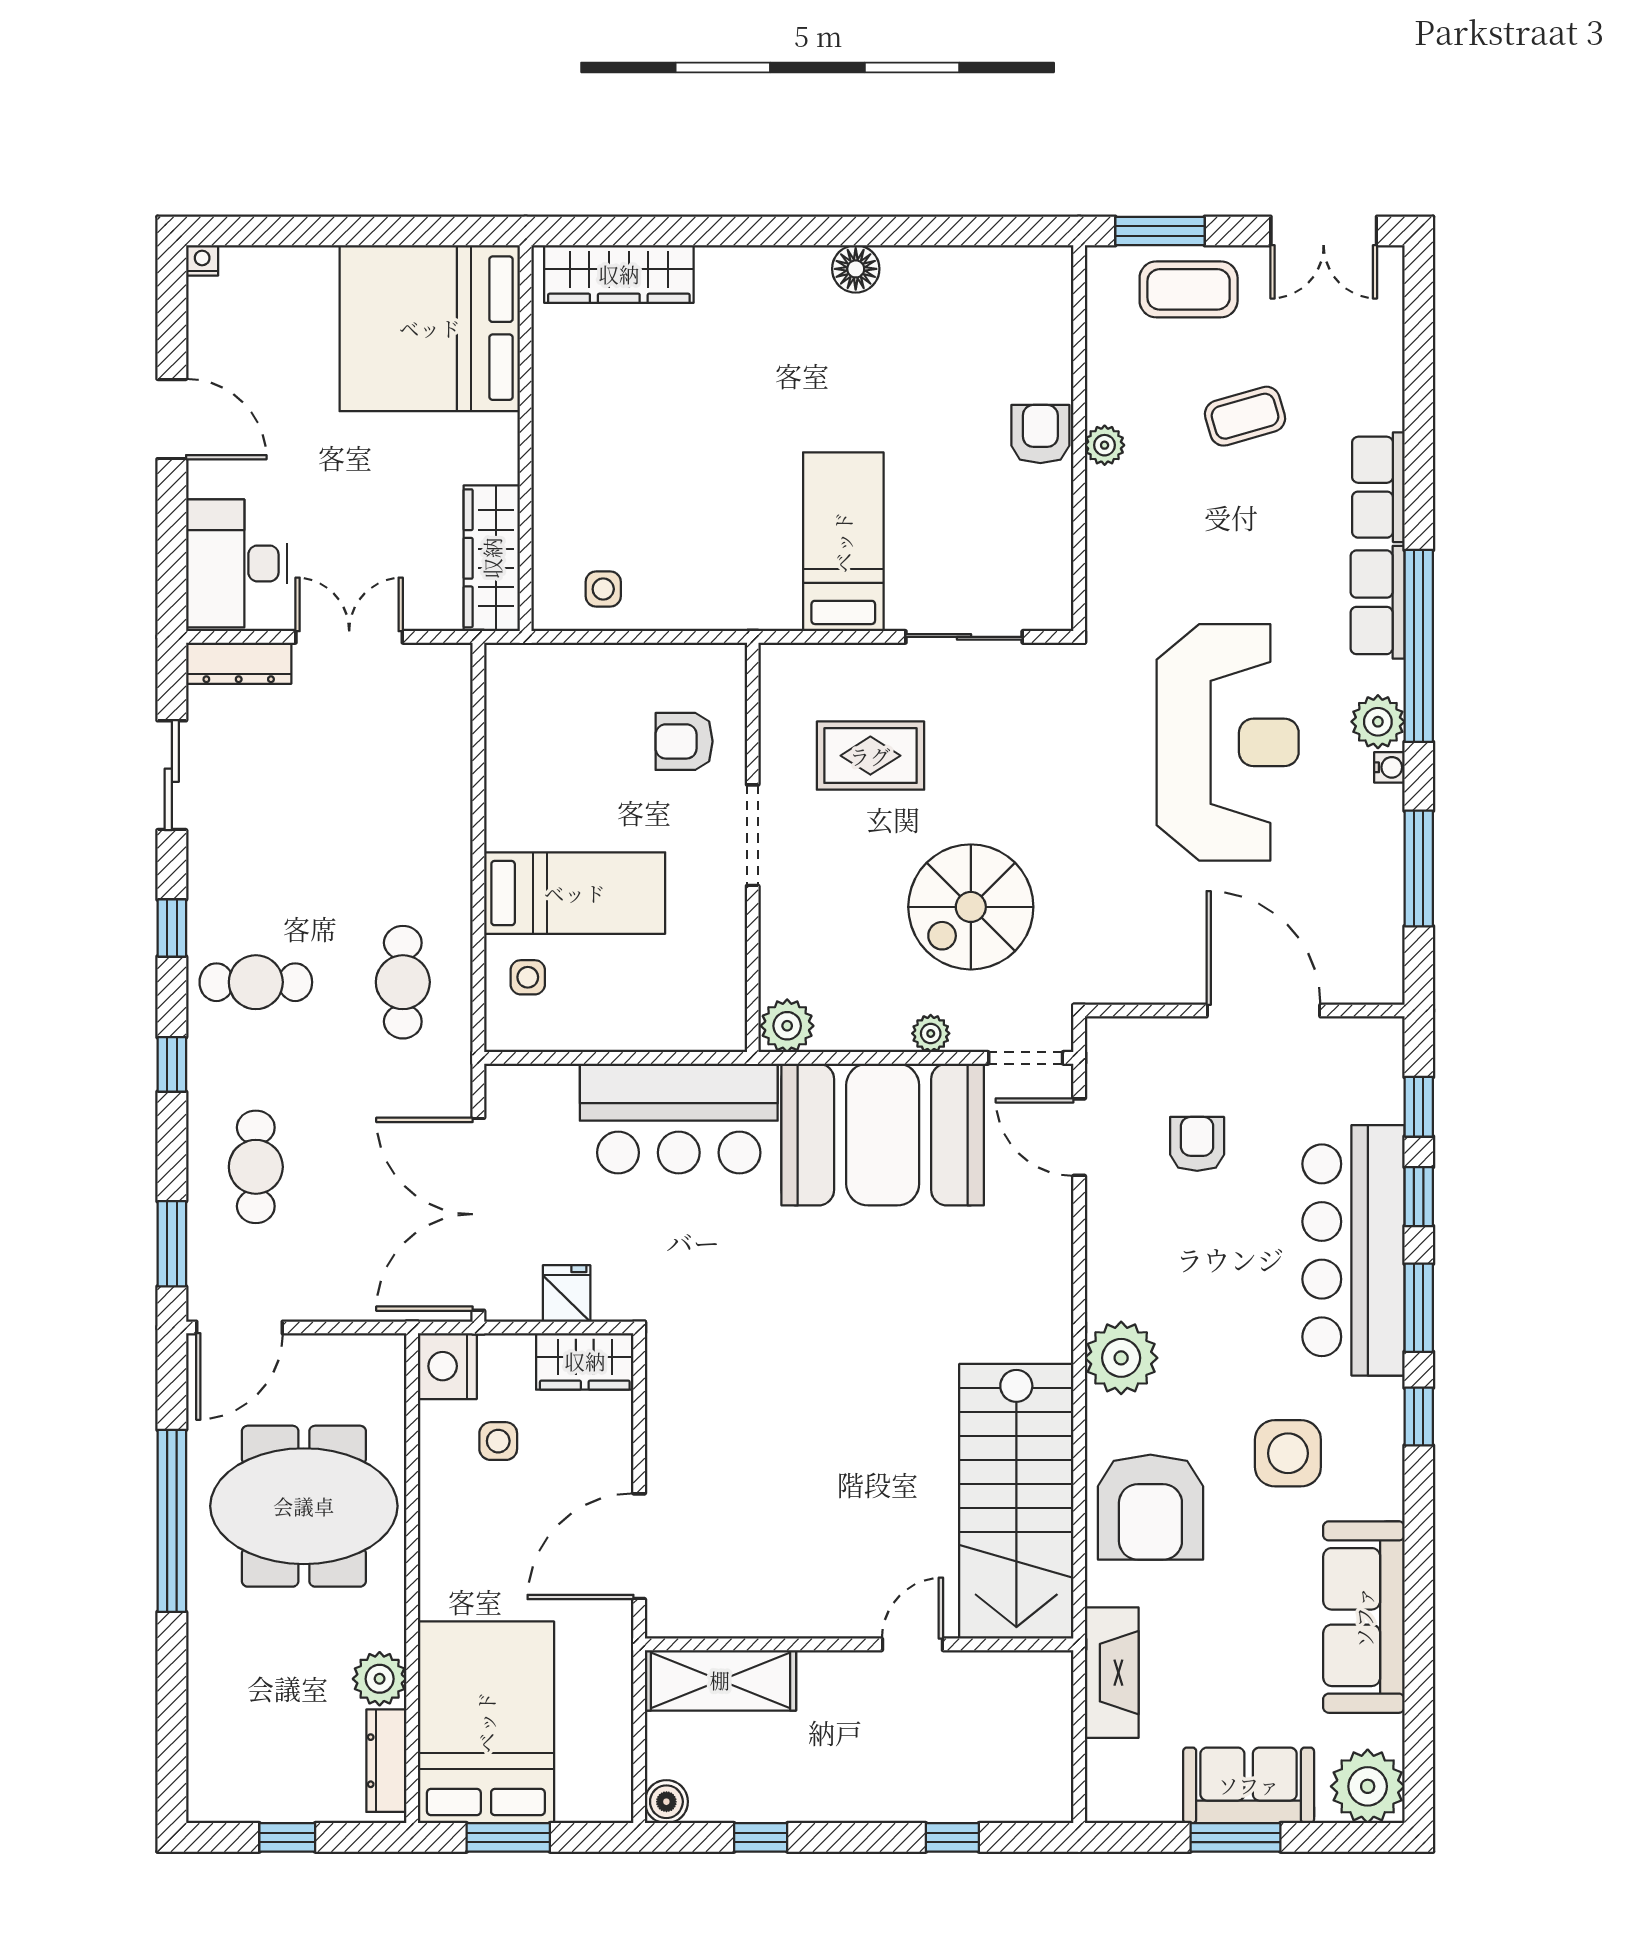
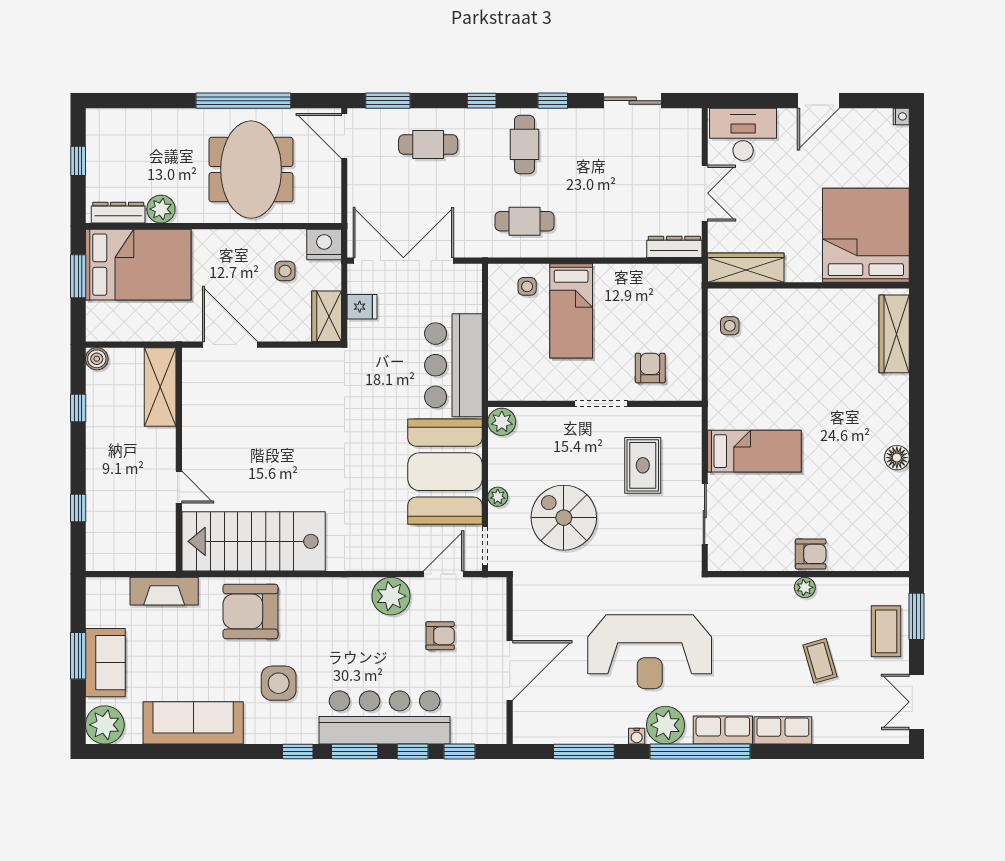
dresser: (239, 663) -> (674, 247), moved, turned 90
plant: (1378, 722) -> (666, 725), width x1.36, depth x1.36
plant: (1121, 1358) -> (391, 596), moved

